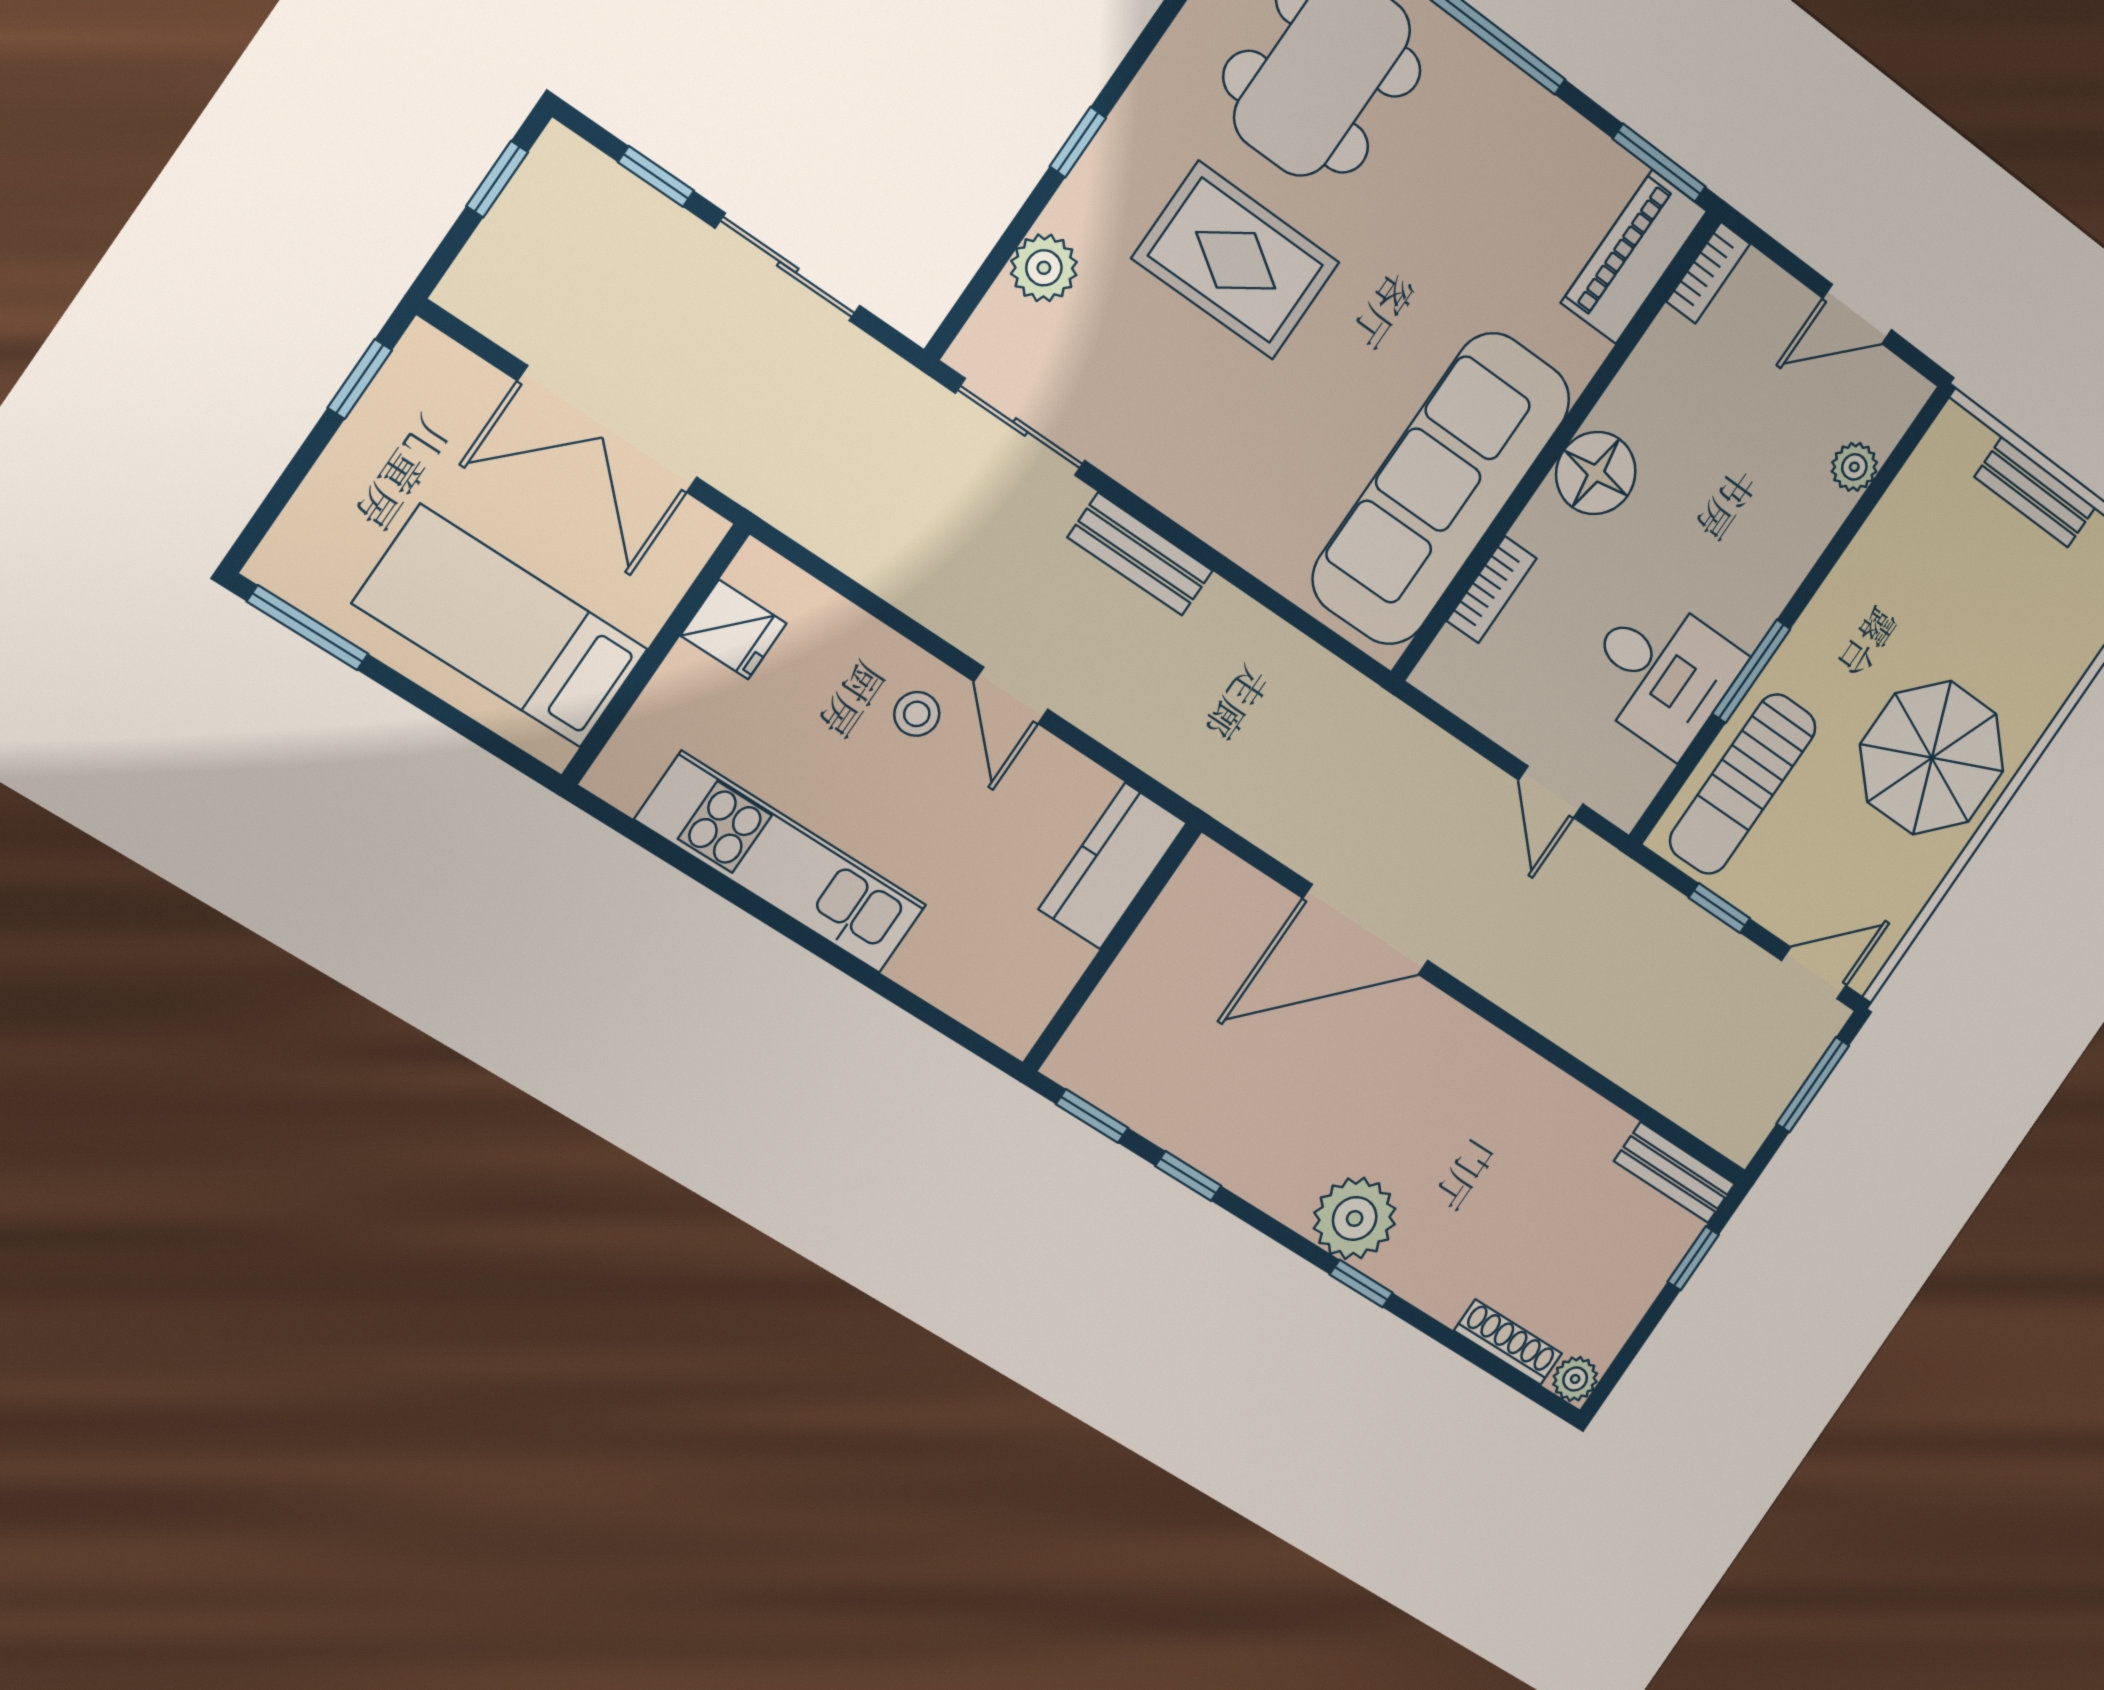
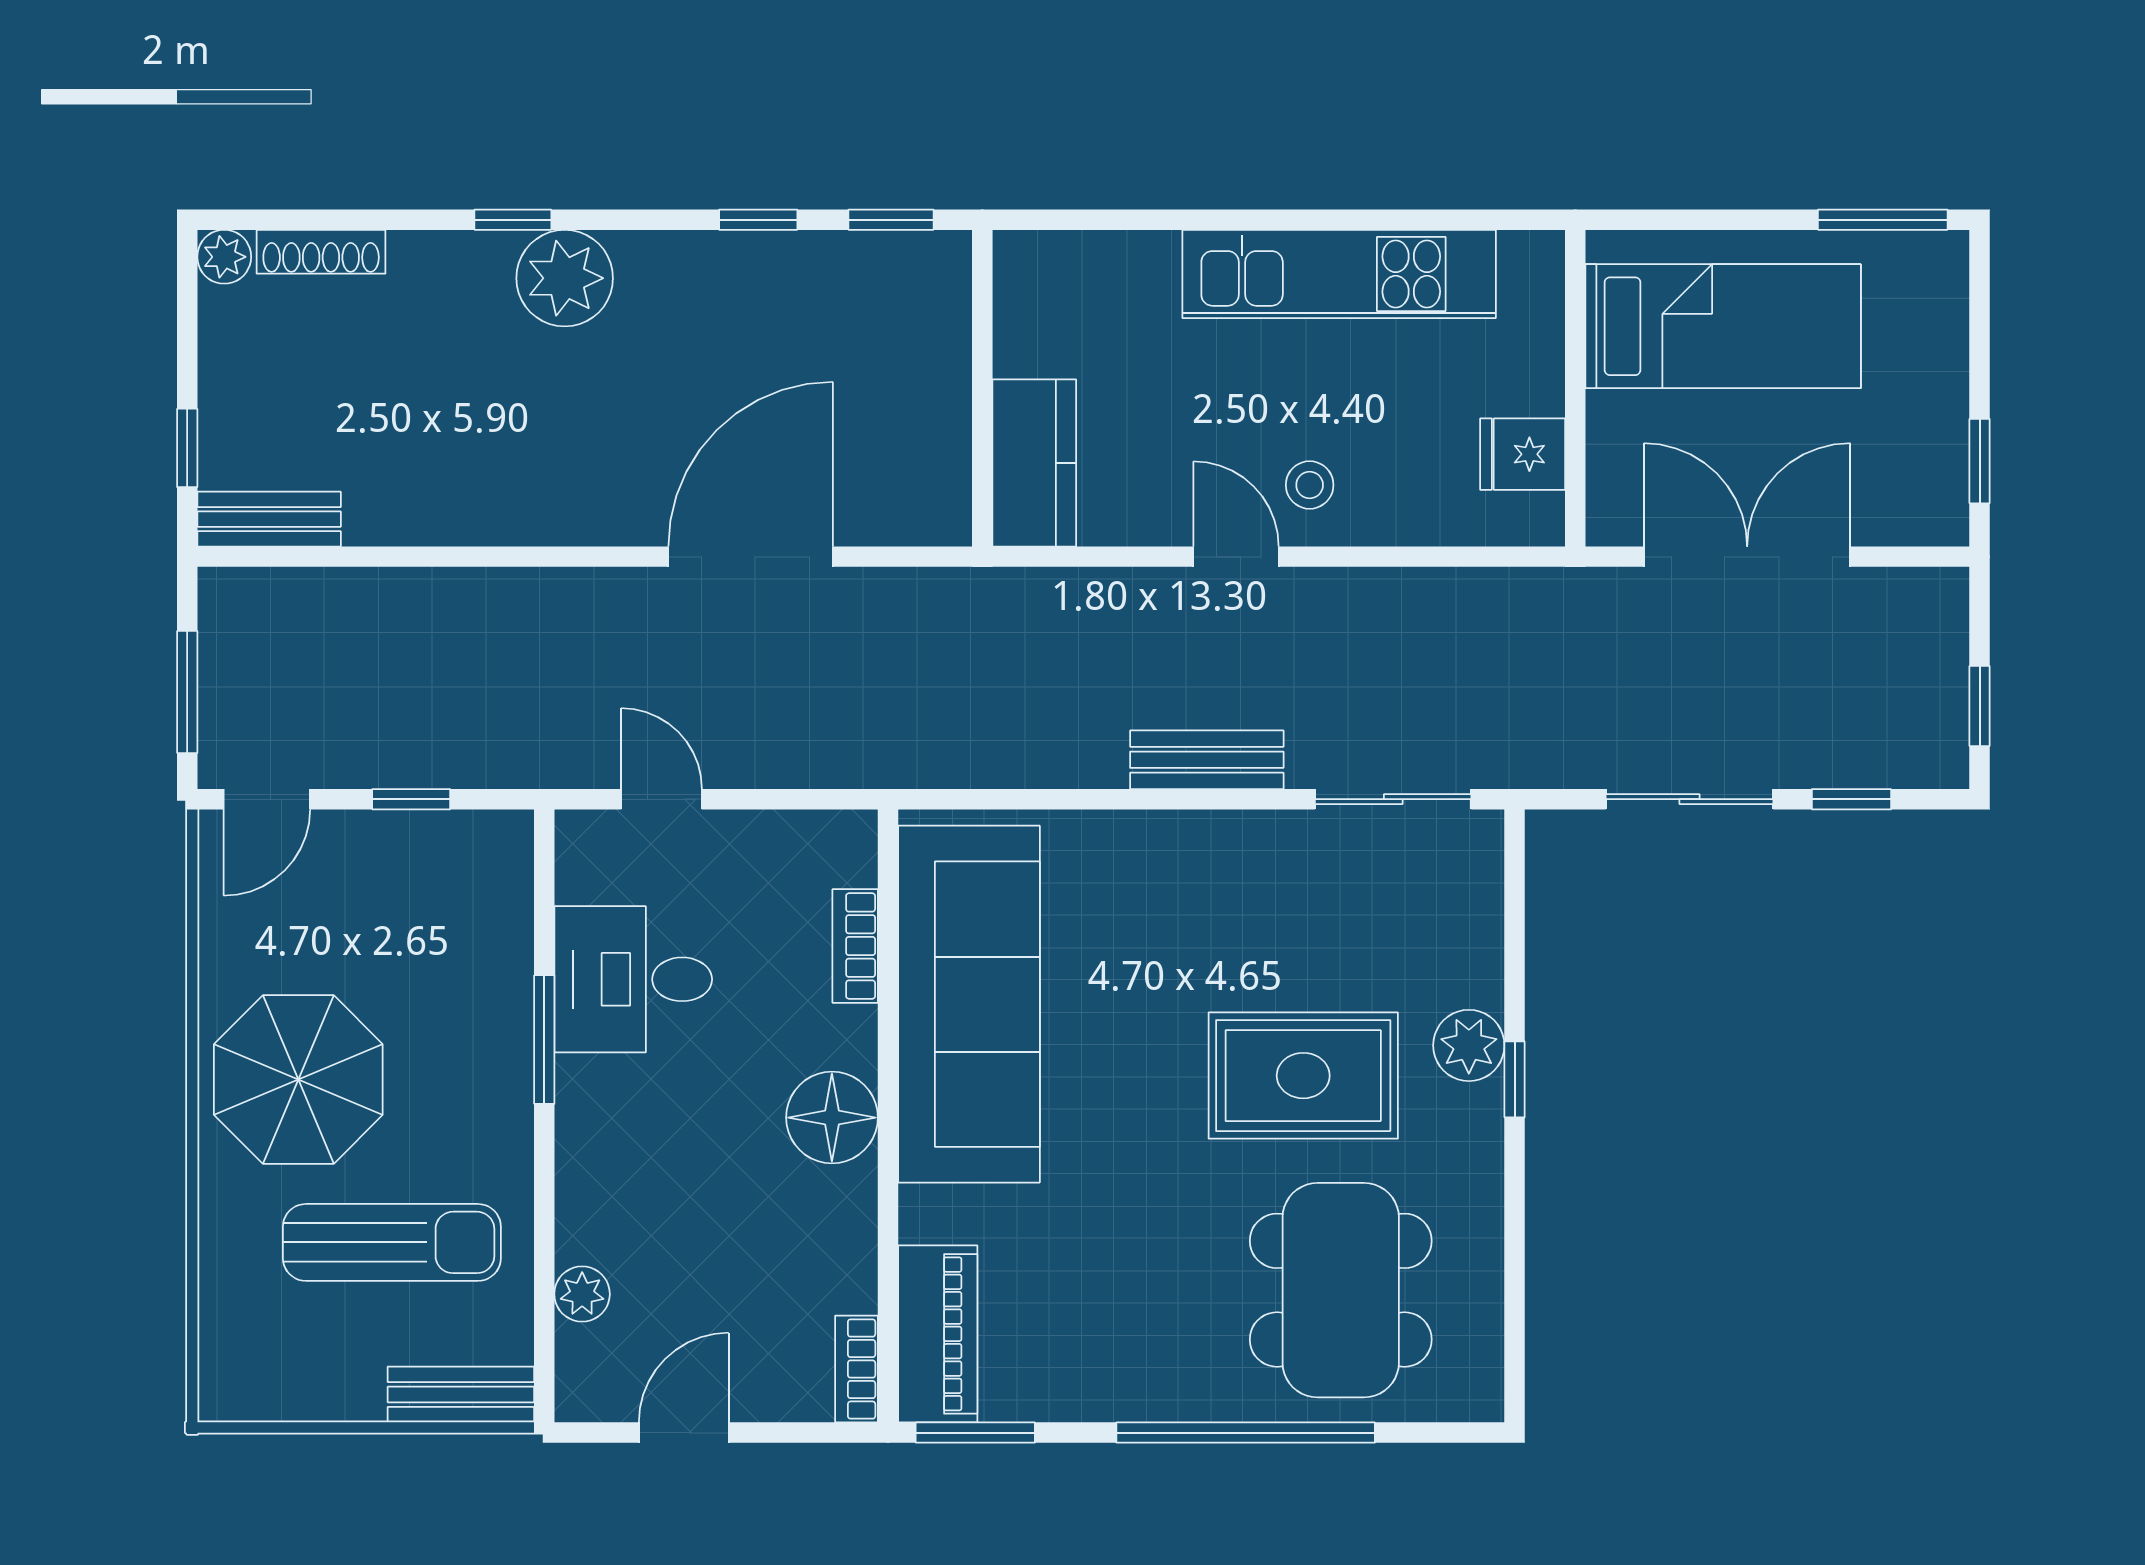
plant: (1044, 268) -> (1469, 1045), moved
bench: (2035, 492) -> (461, 1395), moved
sun lounger: (1743, 784) -> (392, 1242), moved, turned 90

